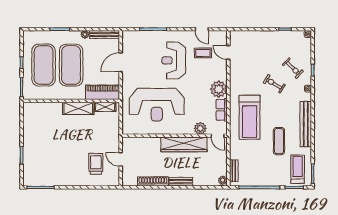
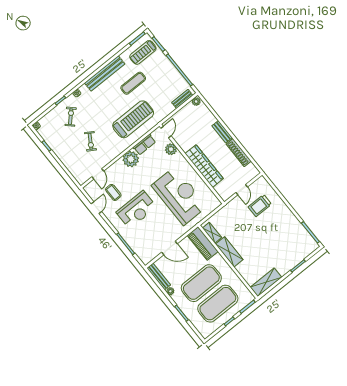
exercise bike: (274, 84) -> (90, 141), moved
shelving: (29, 118) -> (266, 282), added
wardrobe: (184, 144) -> (204, 166), moved

